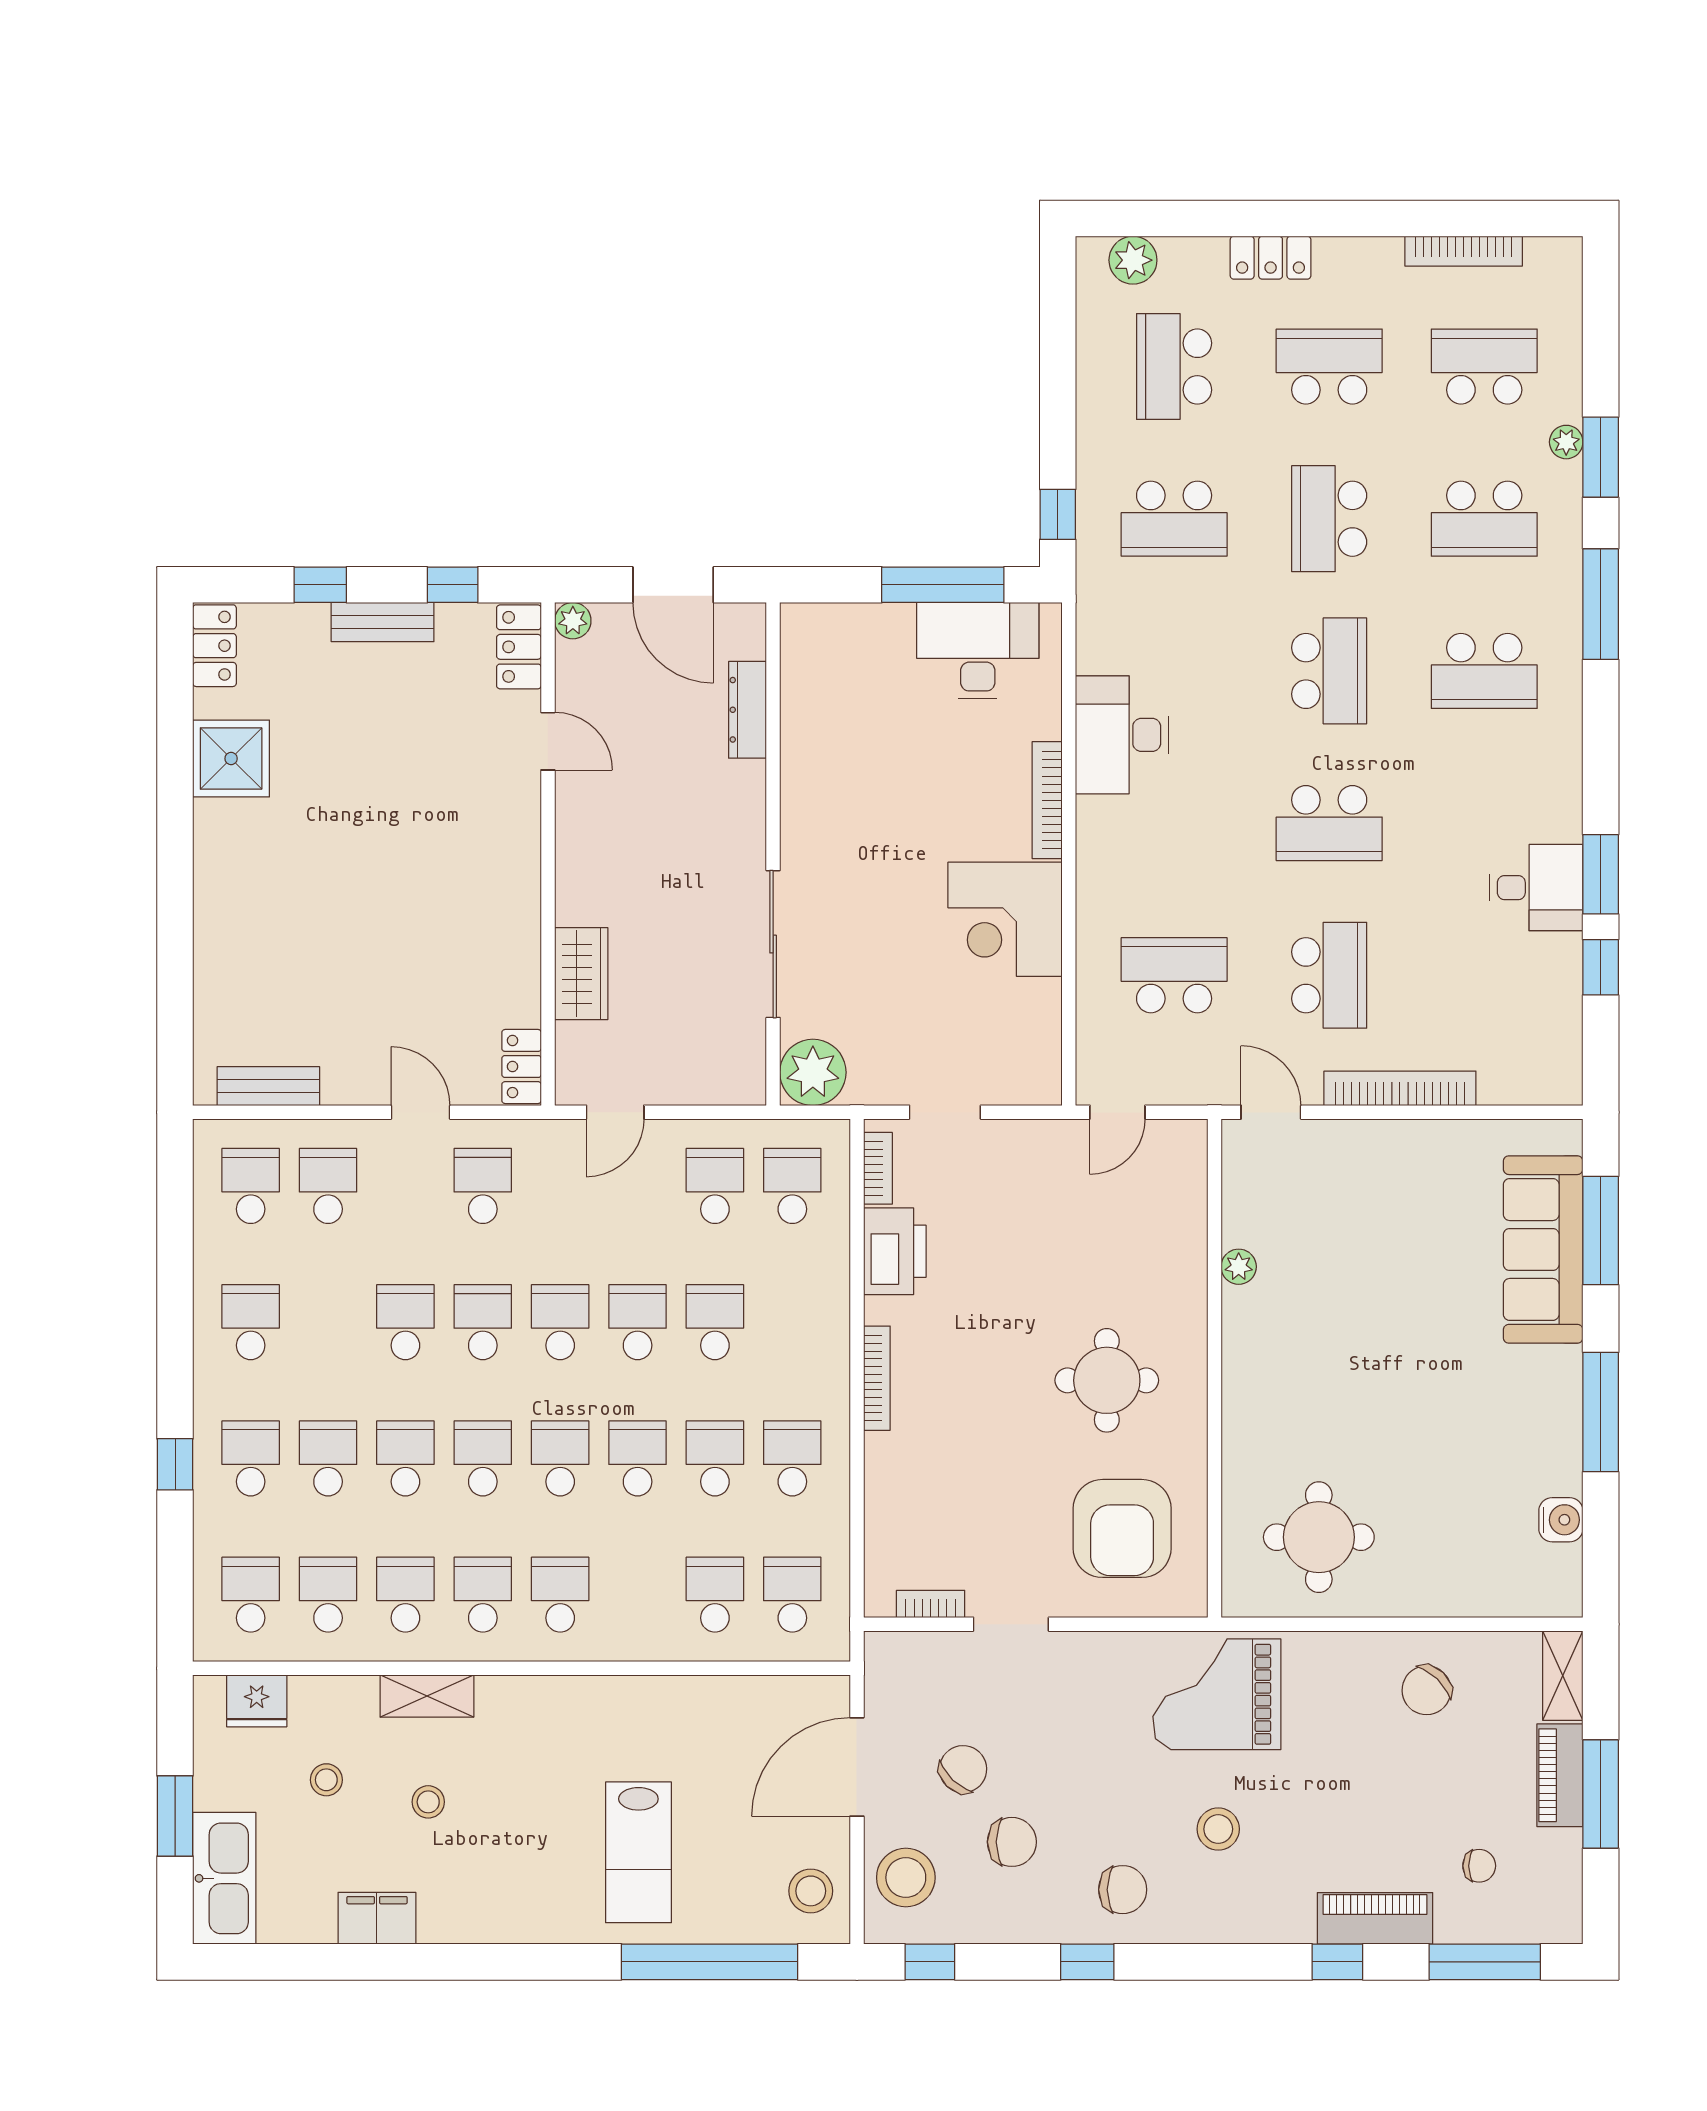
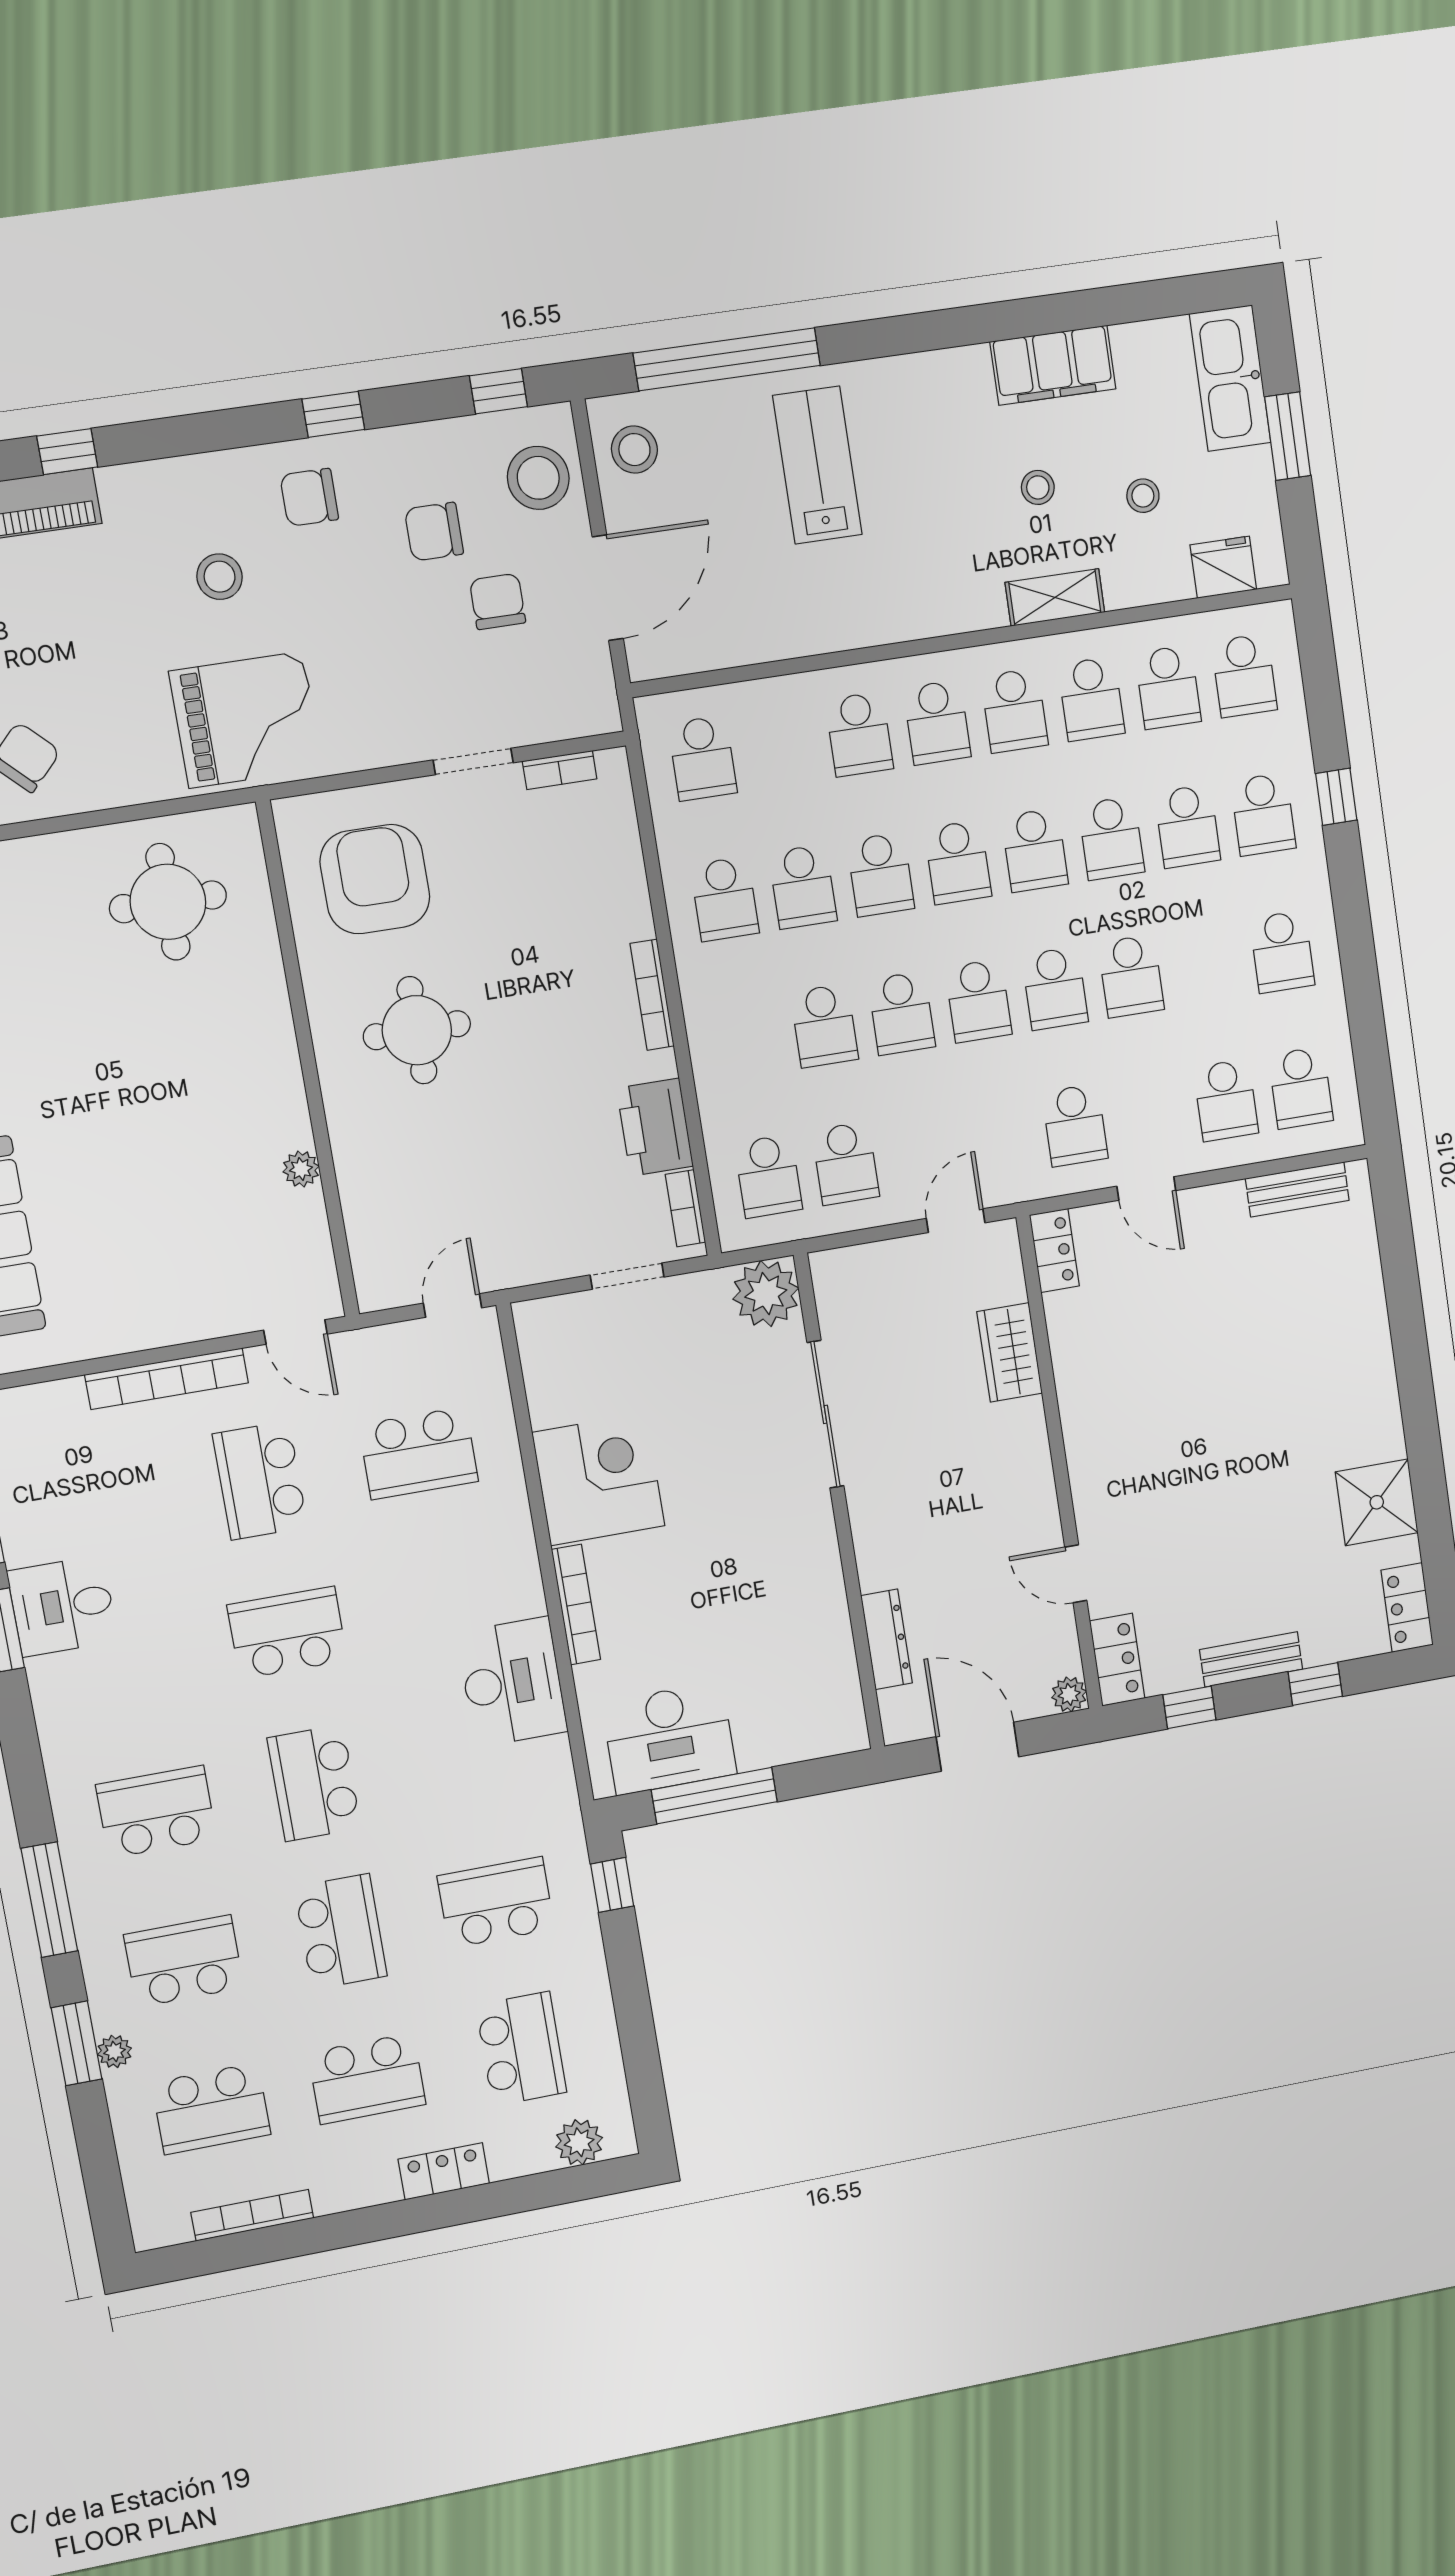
school desk: (715, 1595) -> (859, 734), moved
chair: (963, 1769) -> (498, 601), turned 136
filing cabinet: (377, 1918) -> (1053, 365), width x1.50, depth x1.17

